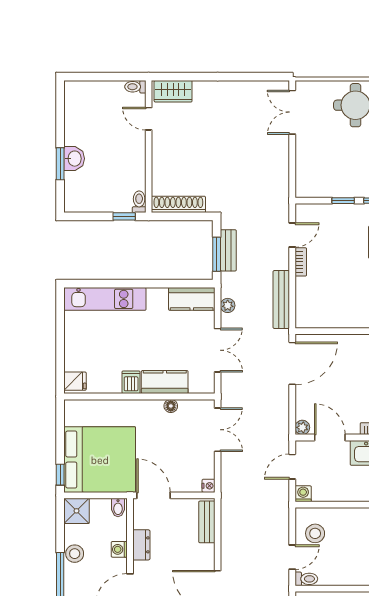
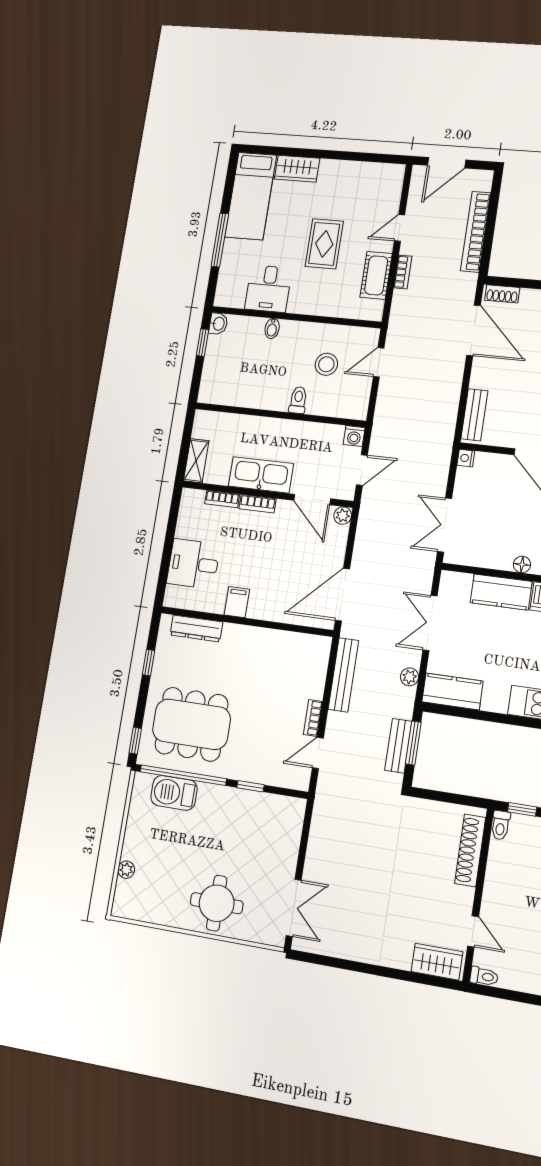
shoe rack: (178, 204) -> (470, 850), moved, turned 90
floor lamp: (171, 406) -> (522, 564), moved
stool: (315, 533) -> (326, 364), moved
toilet: (306, 579) -> (298, 400), moved, turned 90

